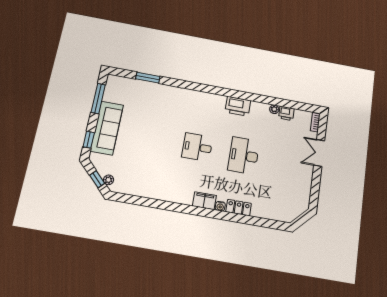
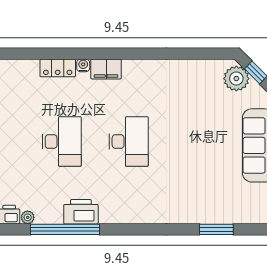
window: (250, 97) -> (65, 229), added
desk: (197, 147) -> (129, 141), width x1.37
plant: (109, 180) -> (236, 79), width x1.88, depth x1.88

